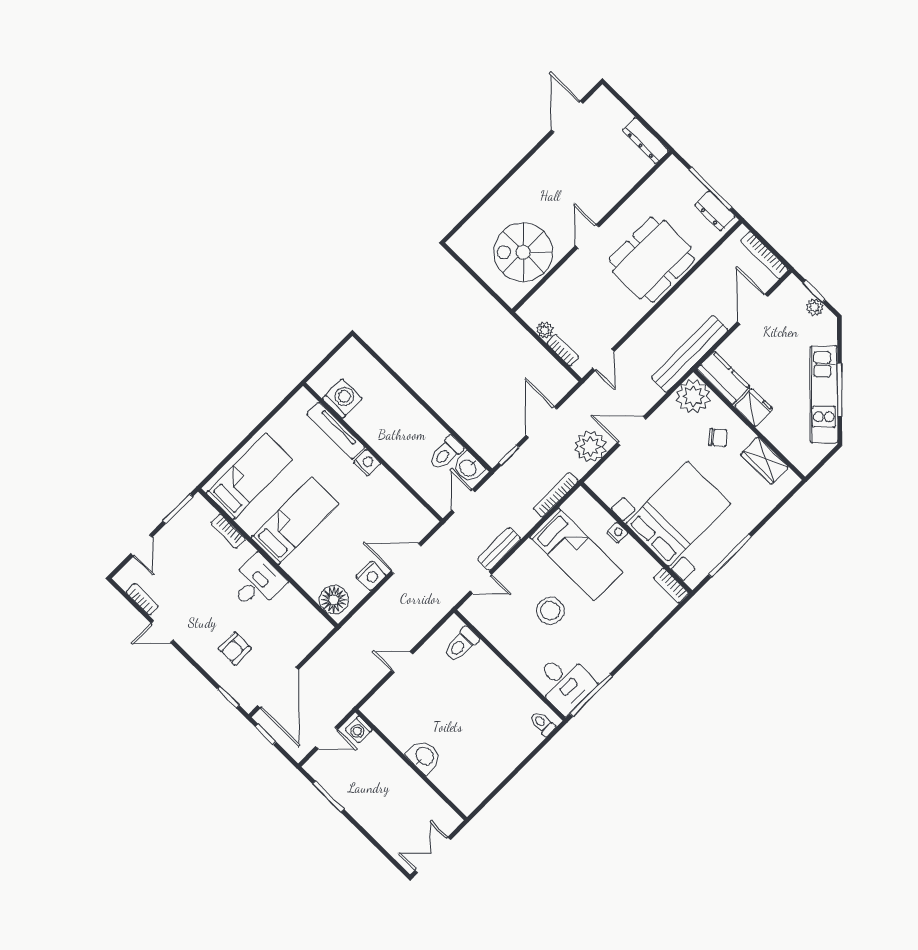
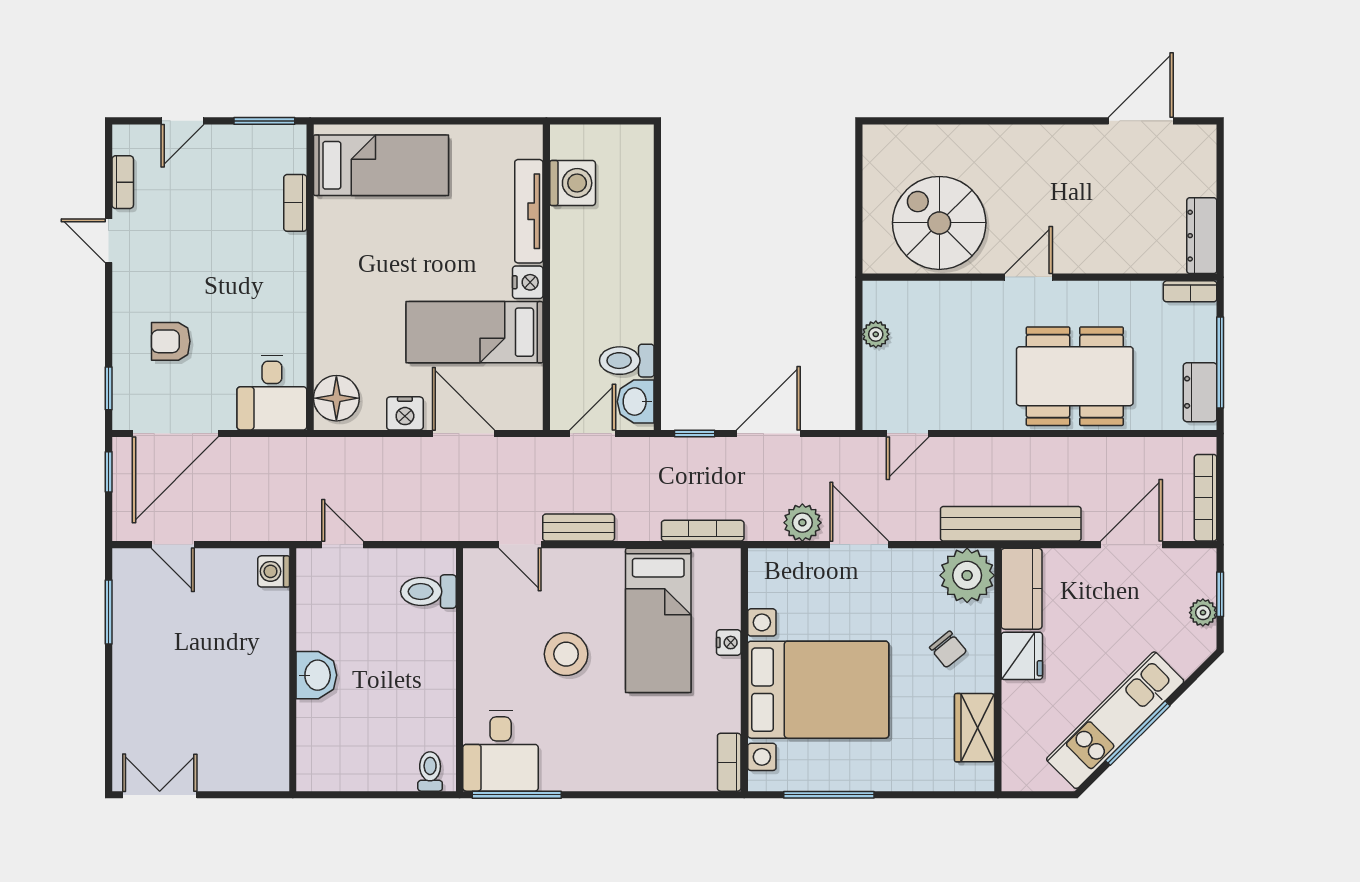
bookcase: (563, 350) -> (1190, 291), moved, turned 90
plant: (590, 447) -> (802, 523), width x0.73, depth x0.73
bed: (295, 521) -> (474, 332), moved, turned 180
desk: (257, 583) -> (272, 393), moved, turned 90
washing machine: (359, 730) -> (274, 571), moved
washbasin: (424, 757) -> (316, 675), moved
wall: (411, 765) -> (293, 670), moved

